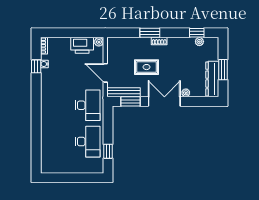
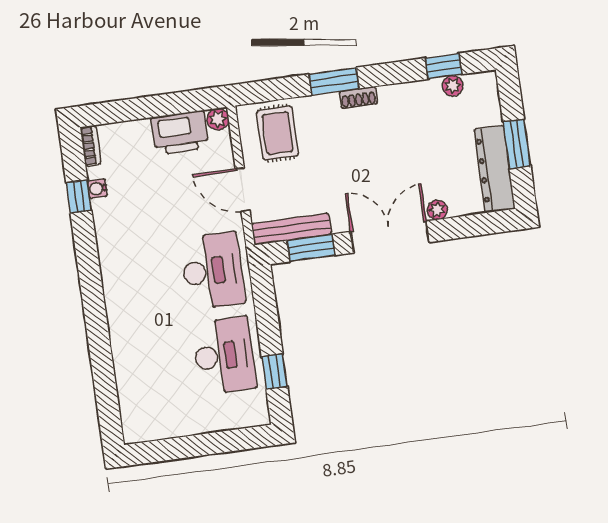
rug: (147, 67) -> (278, 133), moved, turned 90

